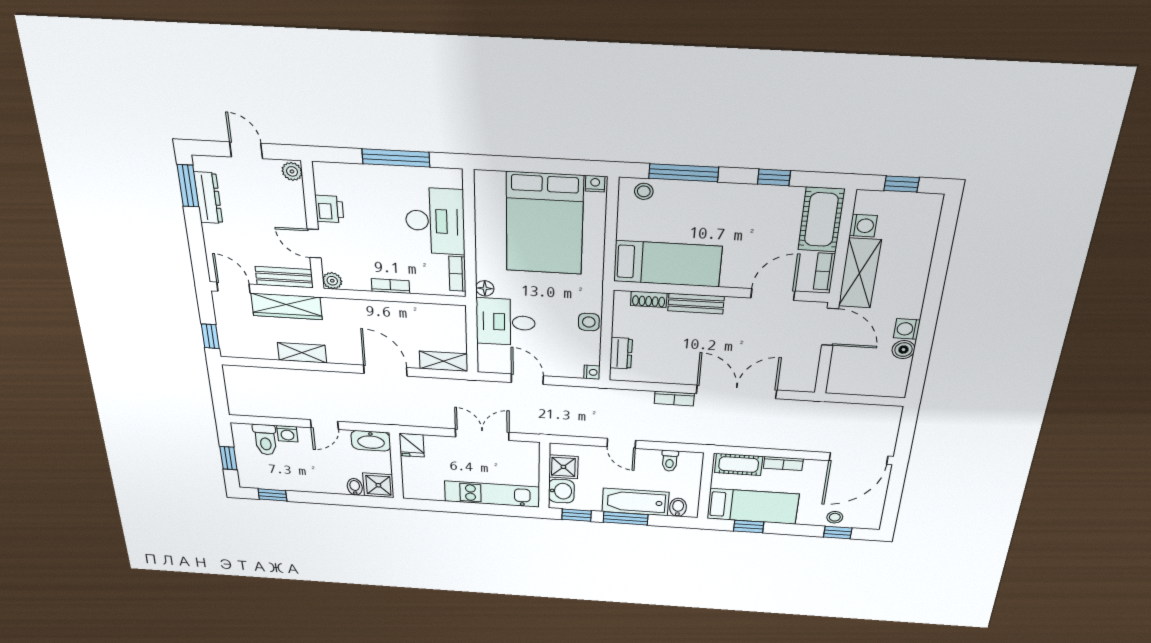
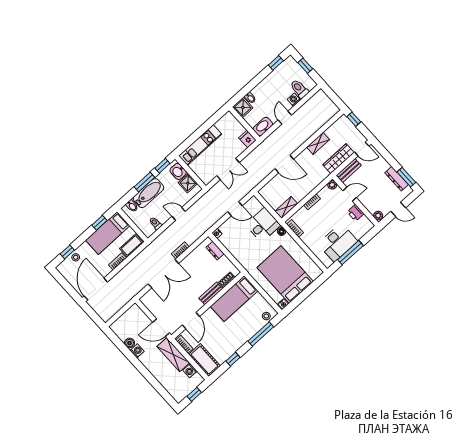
desk: (435, 221) -> (338, 242), moved, turned -90
side table: (589, 322) -> (237, 252), removed
shelving: (444, 361) -> (286, 207), moved

